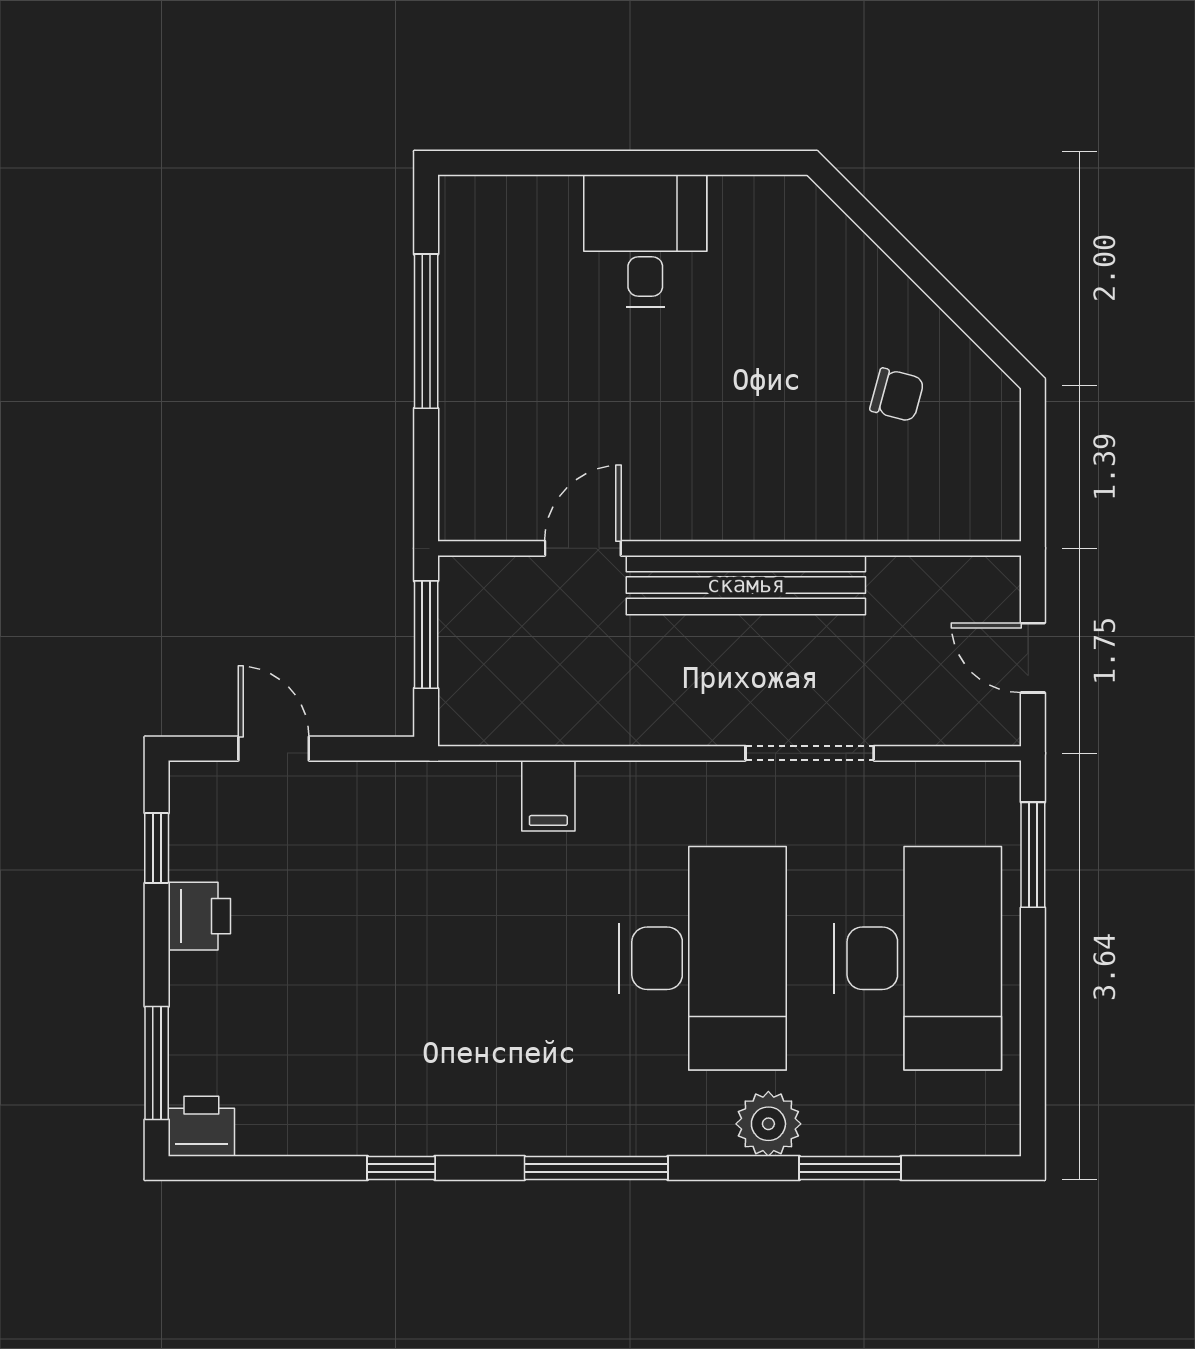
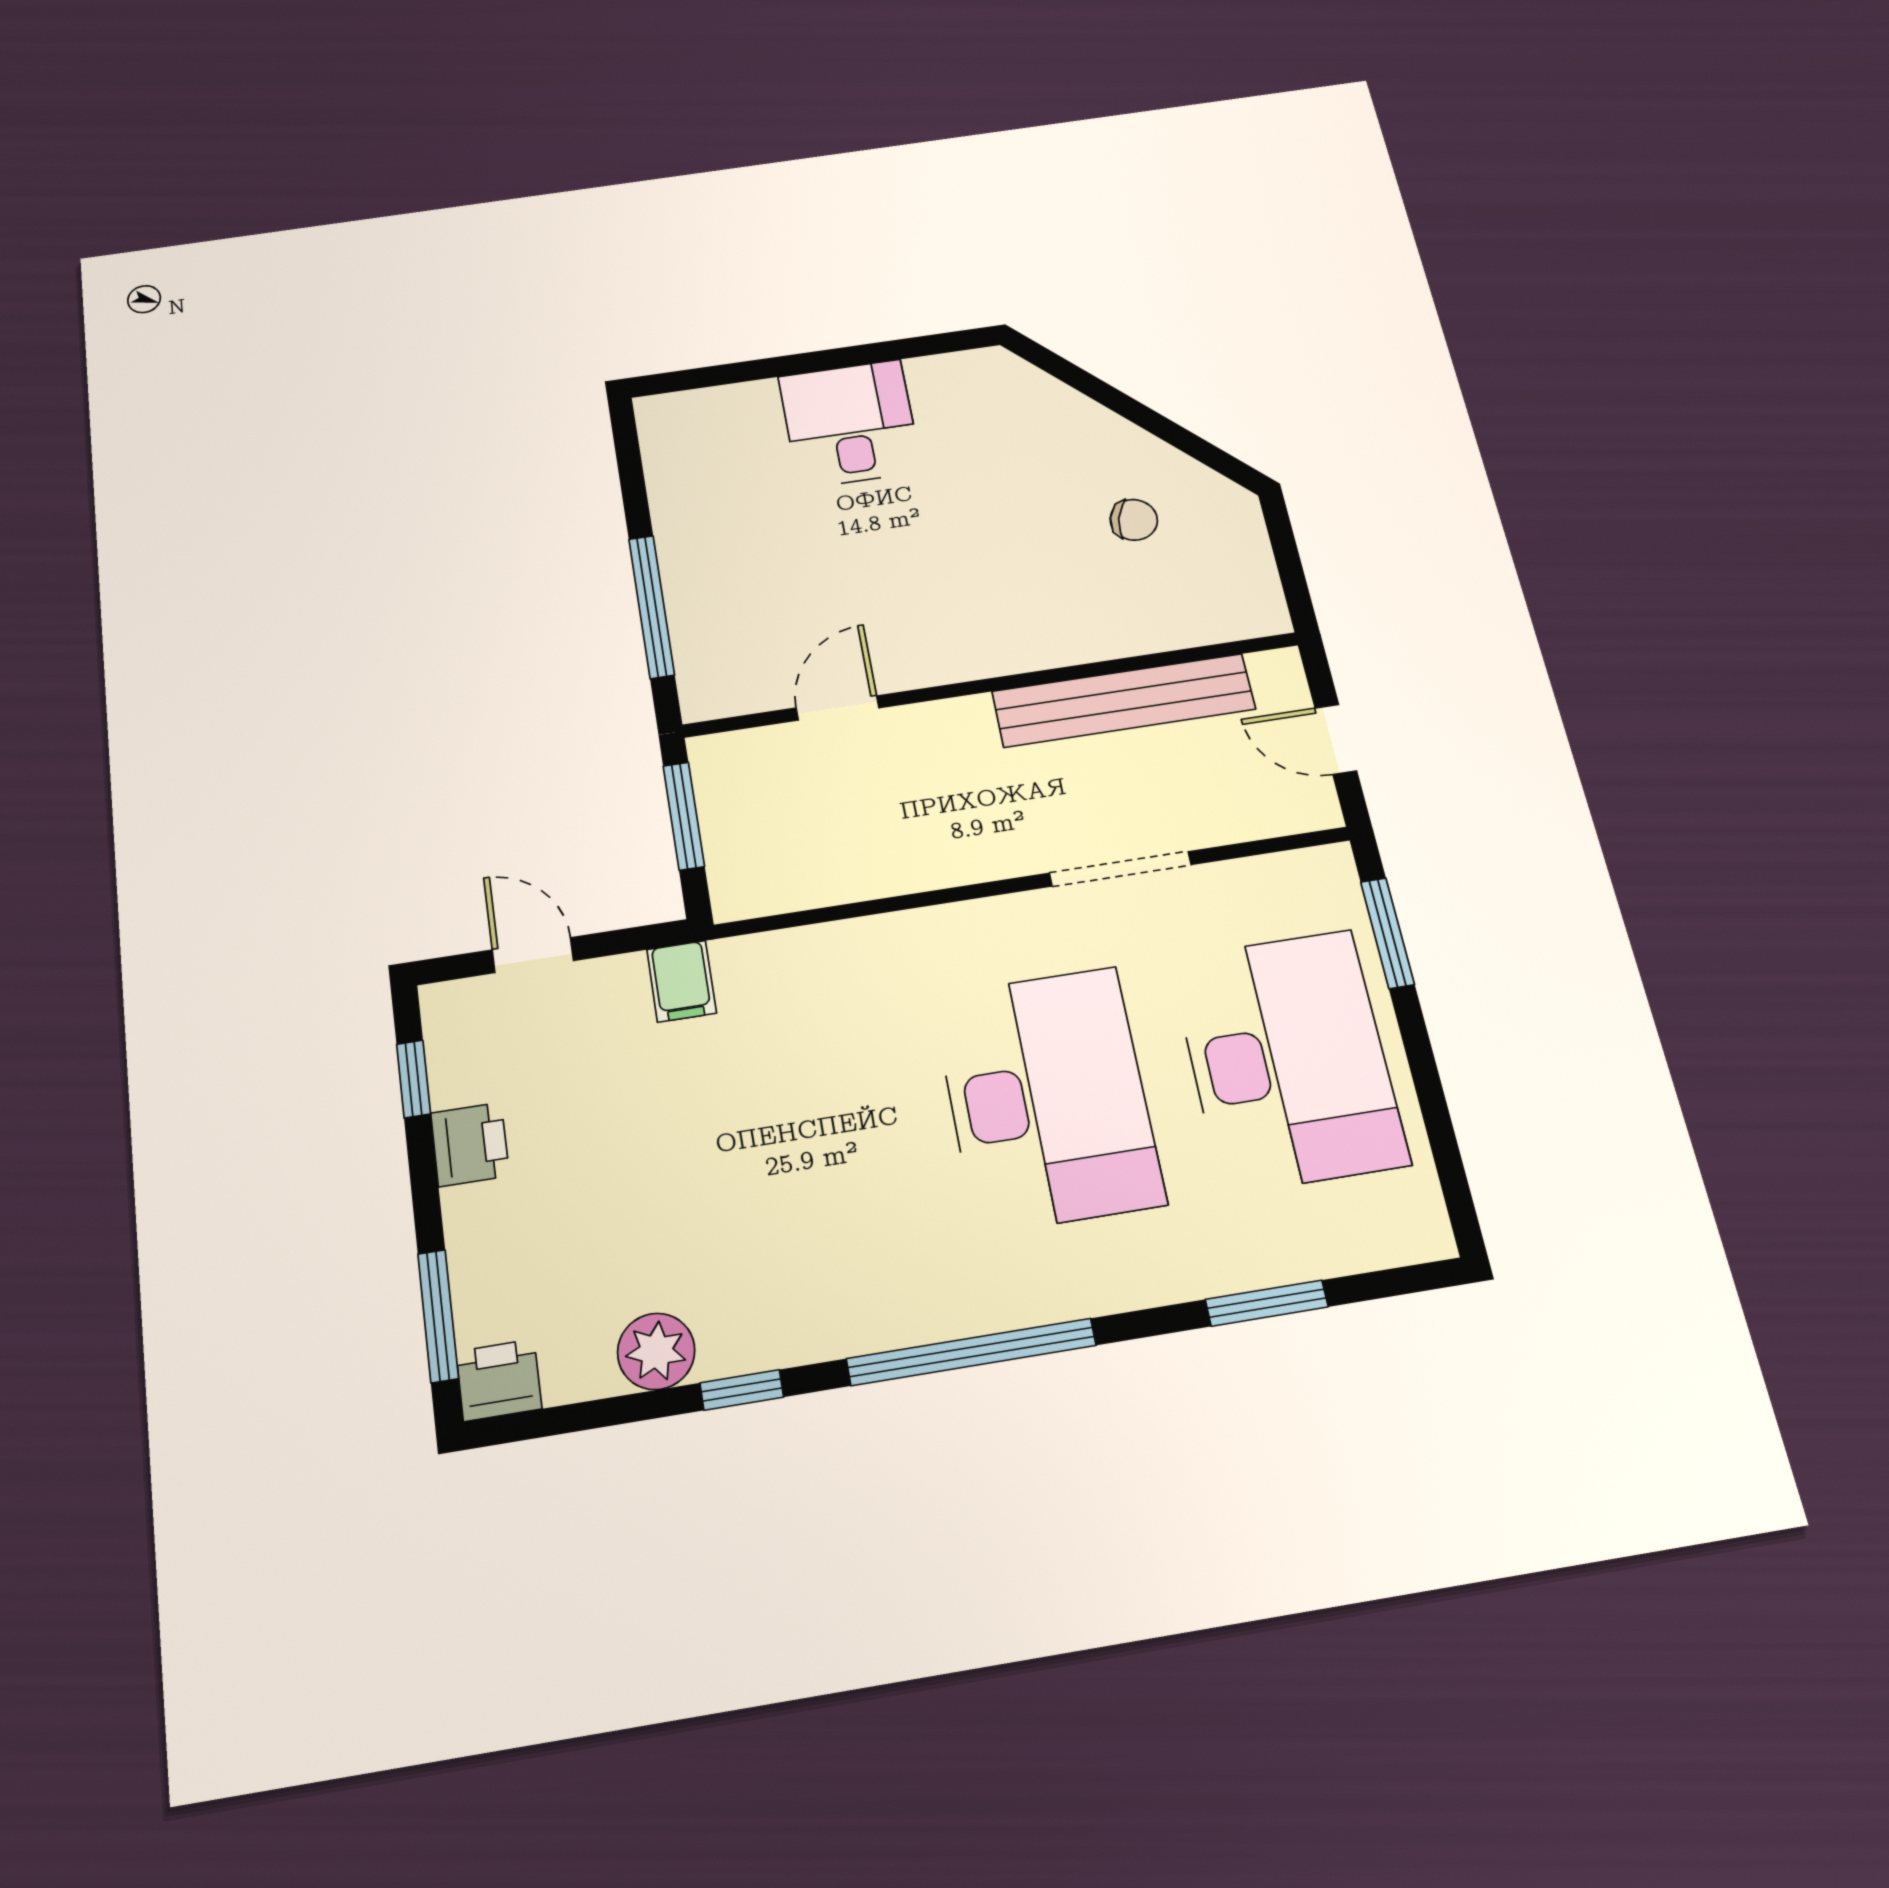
window: (426, 331) -> (652, 606), moved
bench: (746, 585) -> (1124, 700), moved
filing cabinet: (548, 796) -> (681, 981), moved
plant: (768, 1124) -> (656, 1351), moved
window: (596, 1168) -> (971, 1352), width x1.46

